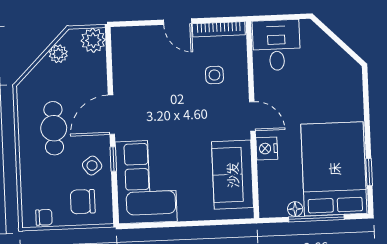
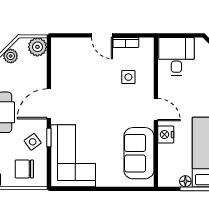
bookcase: (219, 29) -> (126, 42), width x0.64

